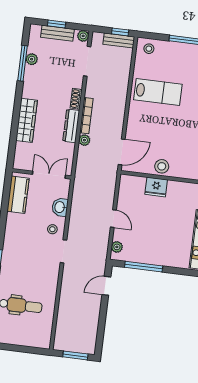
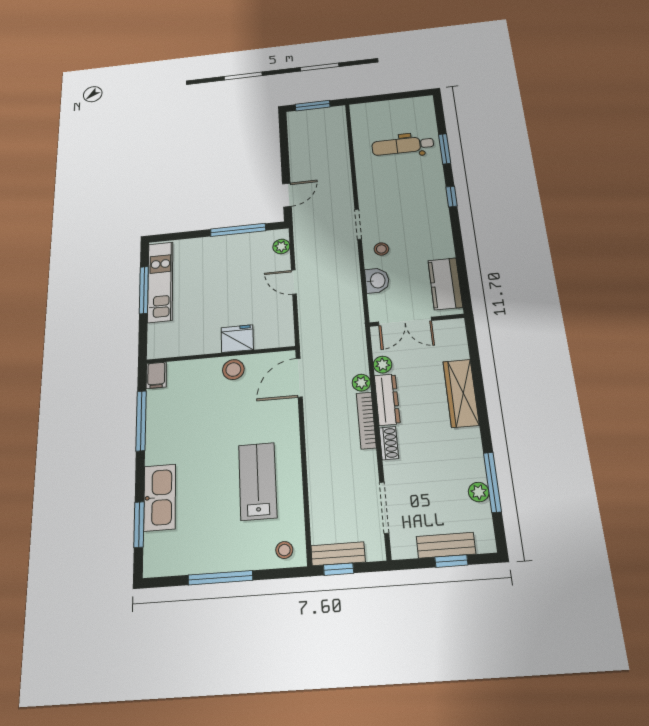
plant: (83, 36) -> (383, 365), moved
lab bench: (158, 92) -> (258, 481), turned 90

